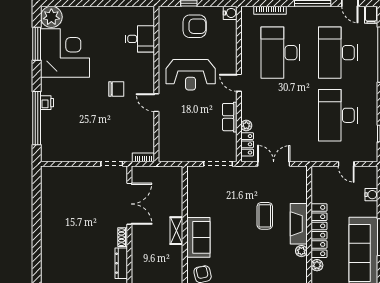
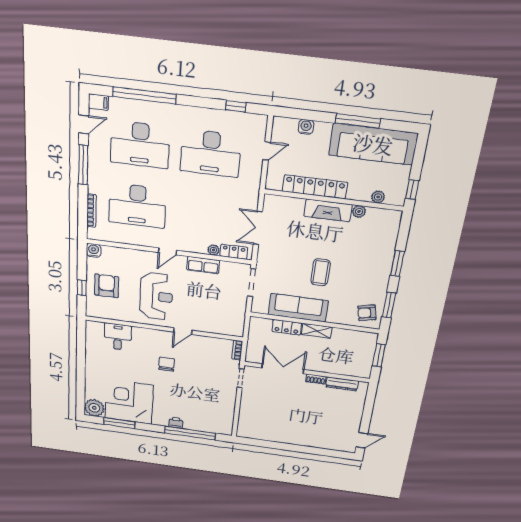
locker: (176, 202) -> (287, 327), added
coffee table: (265, 216) -> (321, 272), moved, turned 90
locker: (319, 231) -> (315, 187), moved
sofa: (198, 237) -> (298, 308), moved, width x1.36

